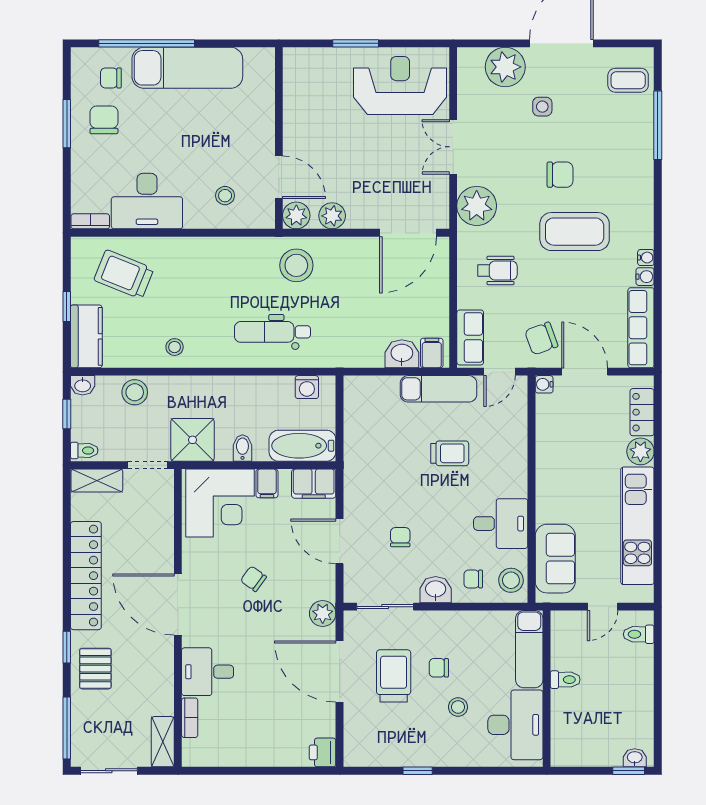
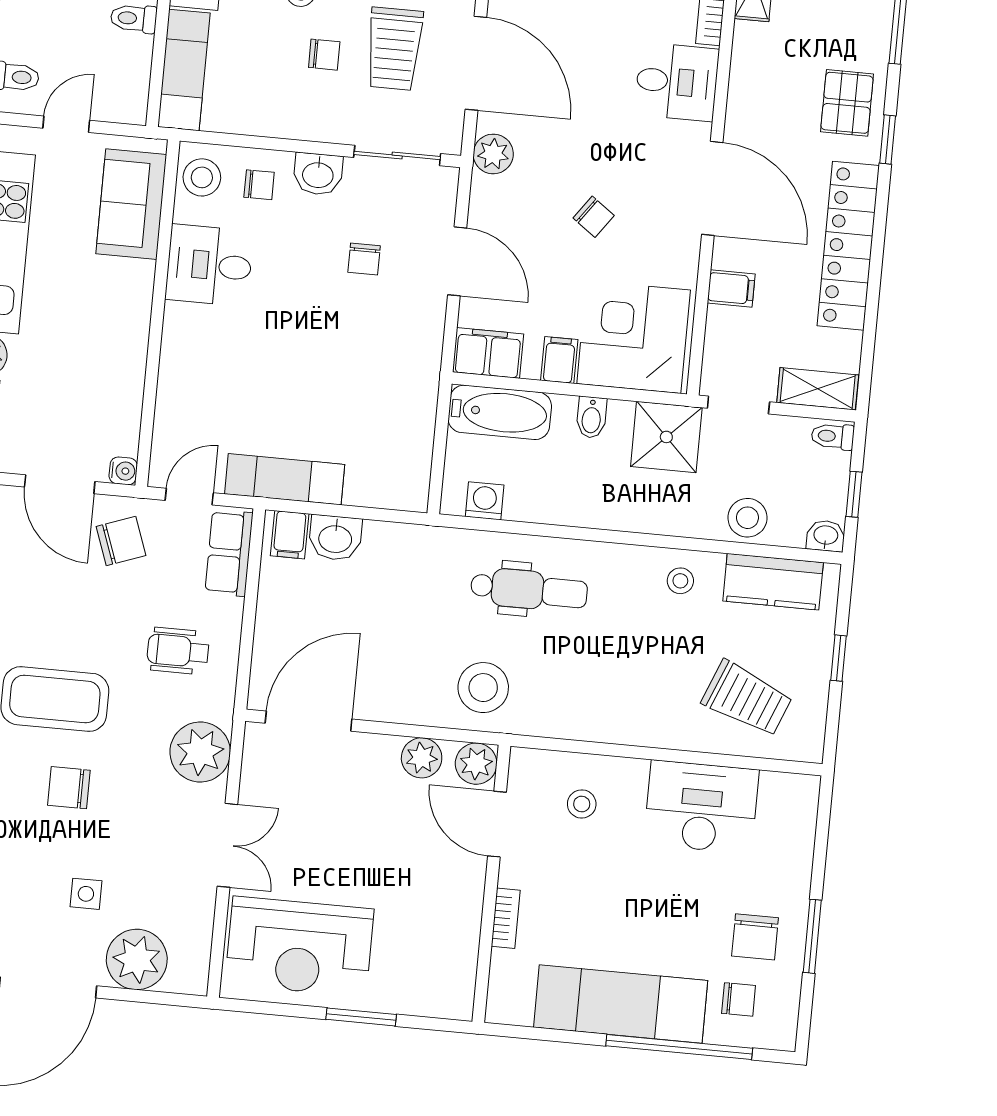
bookcase: (90, 221) -> (506, 918), moved, turned -90
kitchen counter: (86, 336) -> (773, 582), moved, turned -90
trolley: (450, 453) -> (277, 379), removed
filing cabinet: (159, 541) -> (731, 288), added

